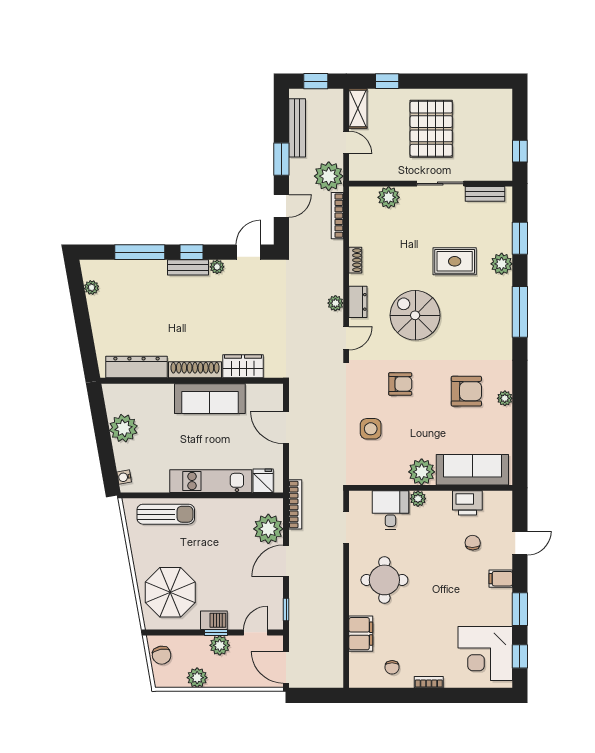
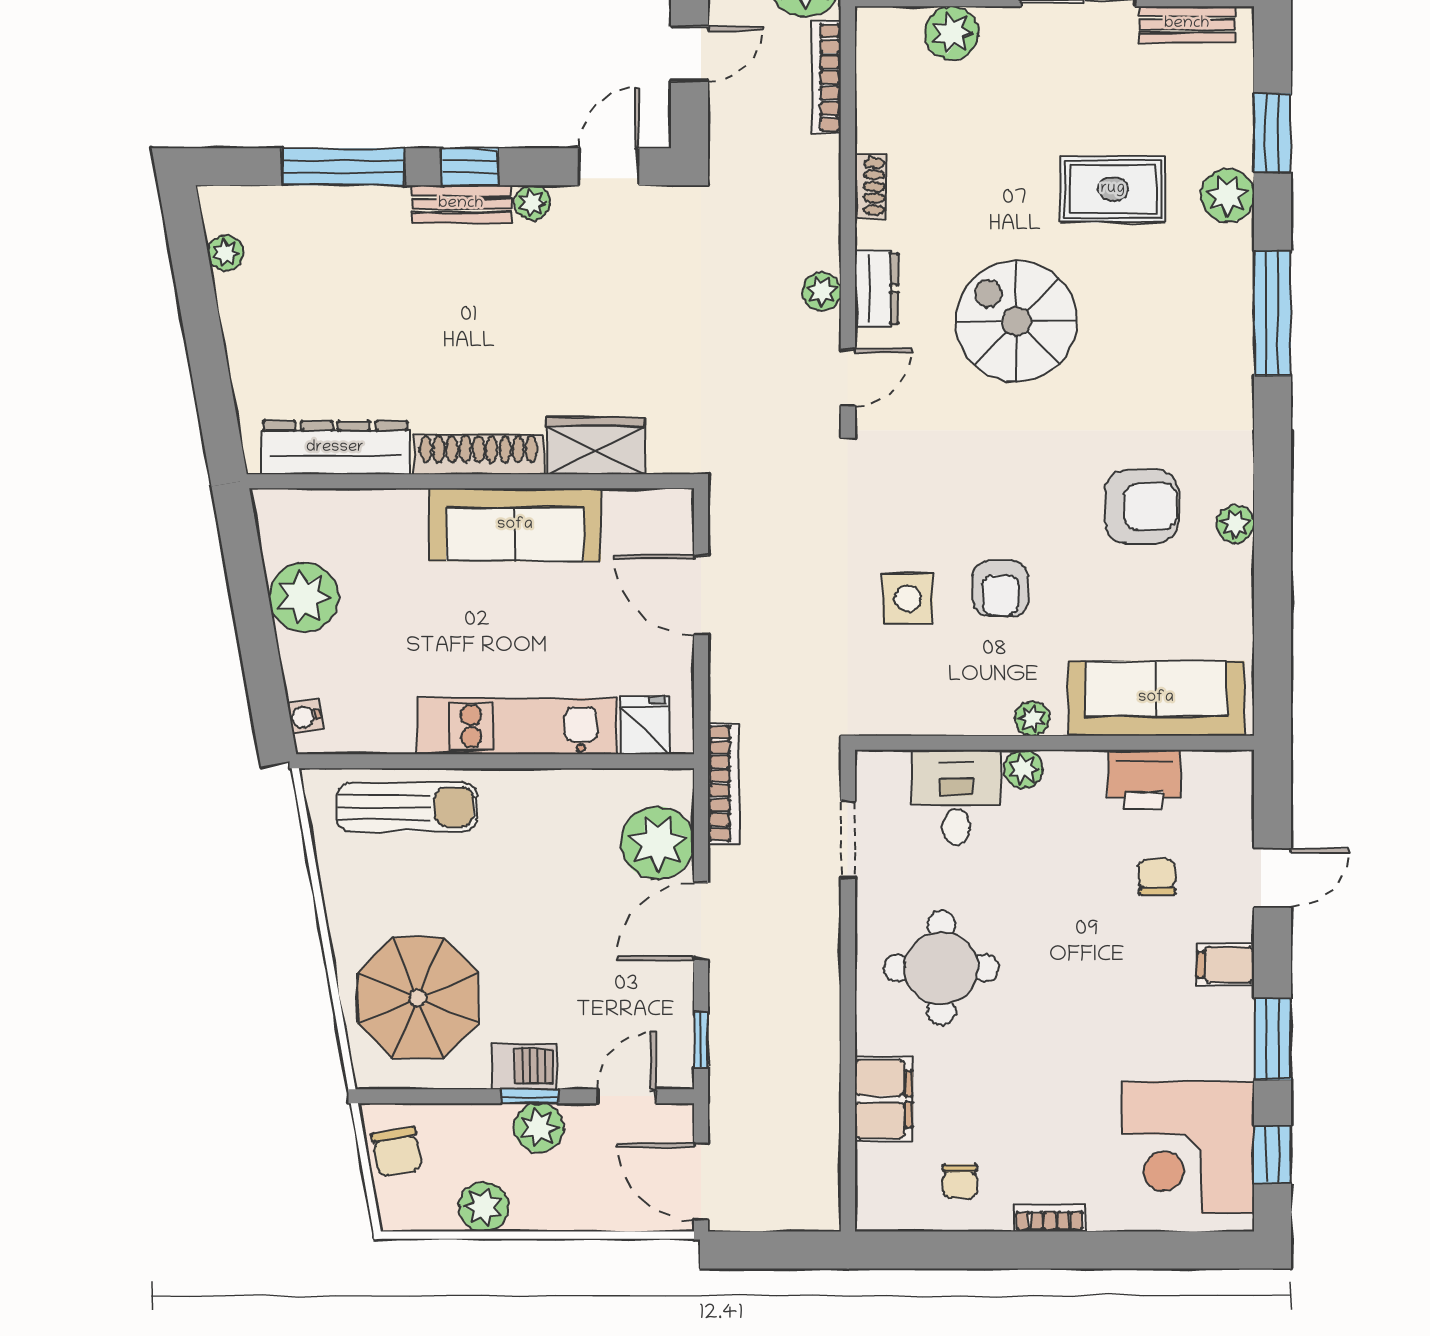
armchair: (400, 384) -> (1000, 588), moved, turned 90
plant: (422, 472) -> (1032, 719), width x0.53, depth x0.53

